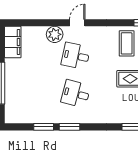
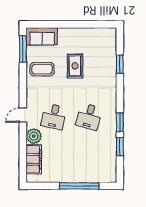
door: (77, 23) -> (23, 115), hinge flipped
filing cabinet: (13, 42) -> (34, 159), moved, turned 90

